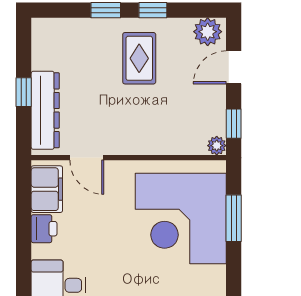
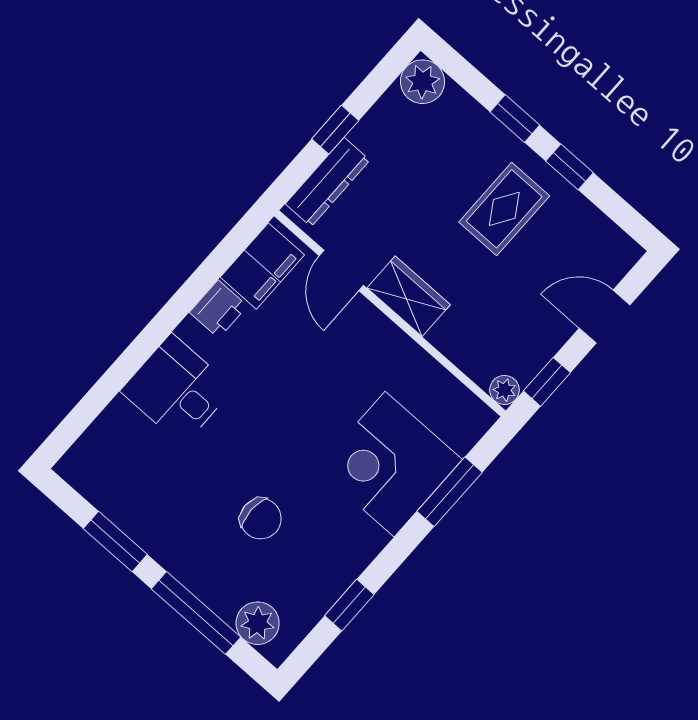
plant: (208, 32) -> (422, 82), moved
dresser: (45, 110) -> (328, 182), width x0.73, depth x0.80
wardrobe: (130, 141) -> (409, 296), added
corner desk: (181, 218) -> (390, 464), width x0.74, depth x0.74

